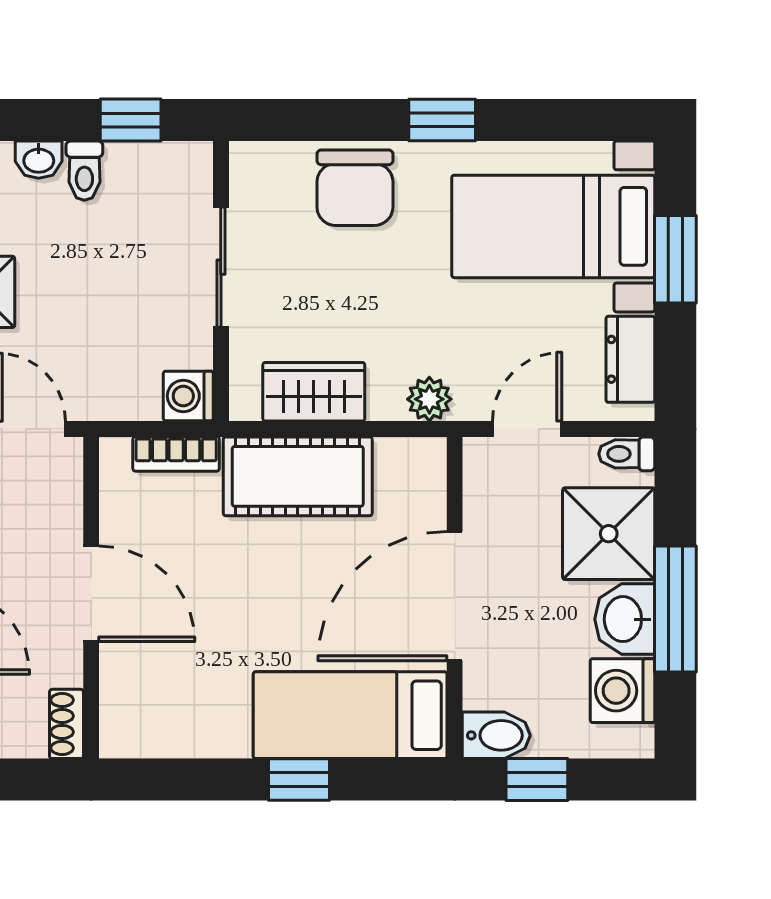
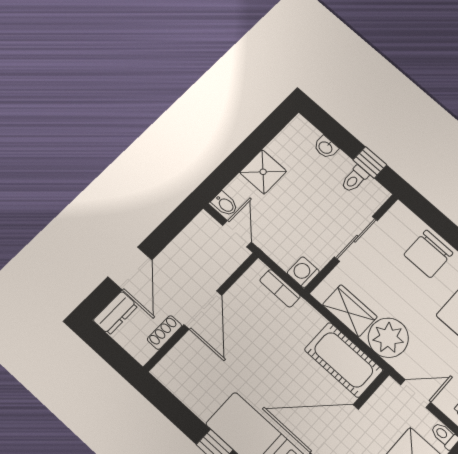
toilet: (84, 171) -> (355, 179), moved
plant: (429, 399) -> (388, 338), width x1.88, depth x1.88
cot: (298, 476) -> (344, 360), moved
shoe rack: (66, 724) -> (164, 332), moved

